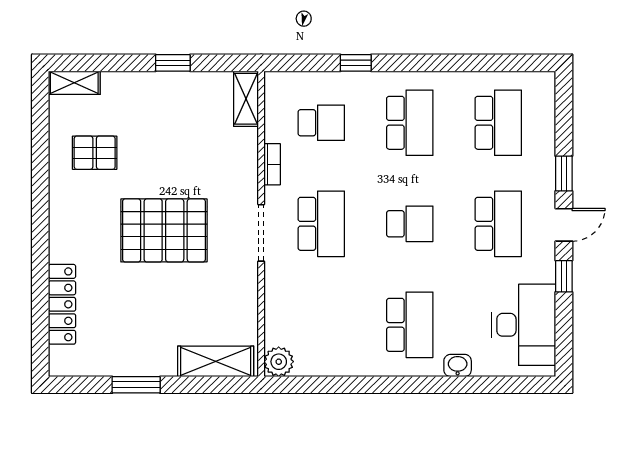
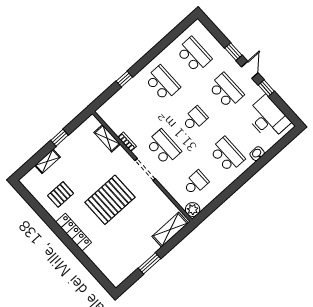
shelving: (74, 83) -> (47, 161), moved
shelving: (246, 99) -> (107, 138), moved
school desk: (321, 123) -> (196, 183), moved
locker: (62, 304) -> (74, 232), moved

